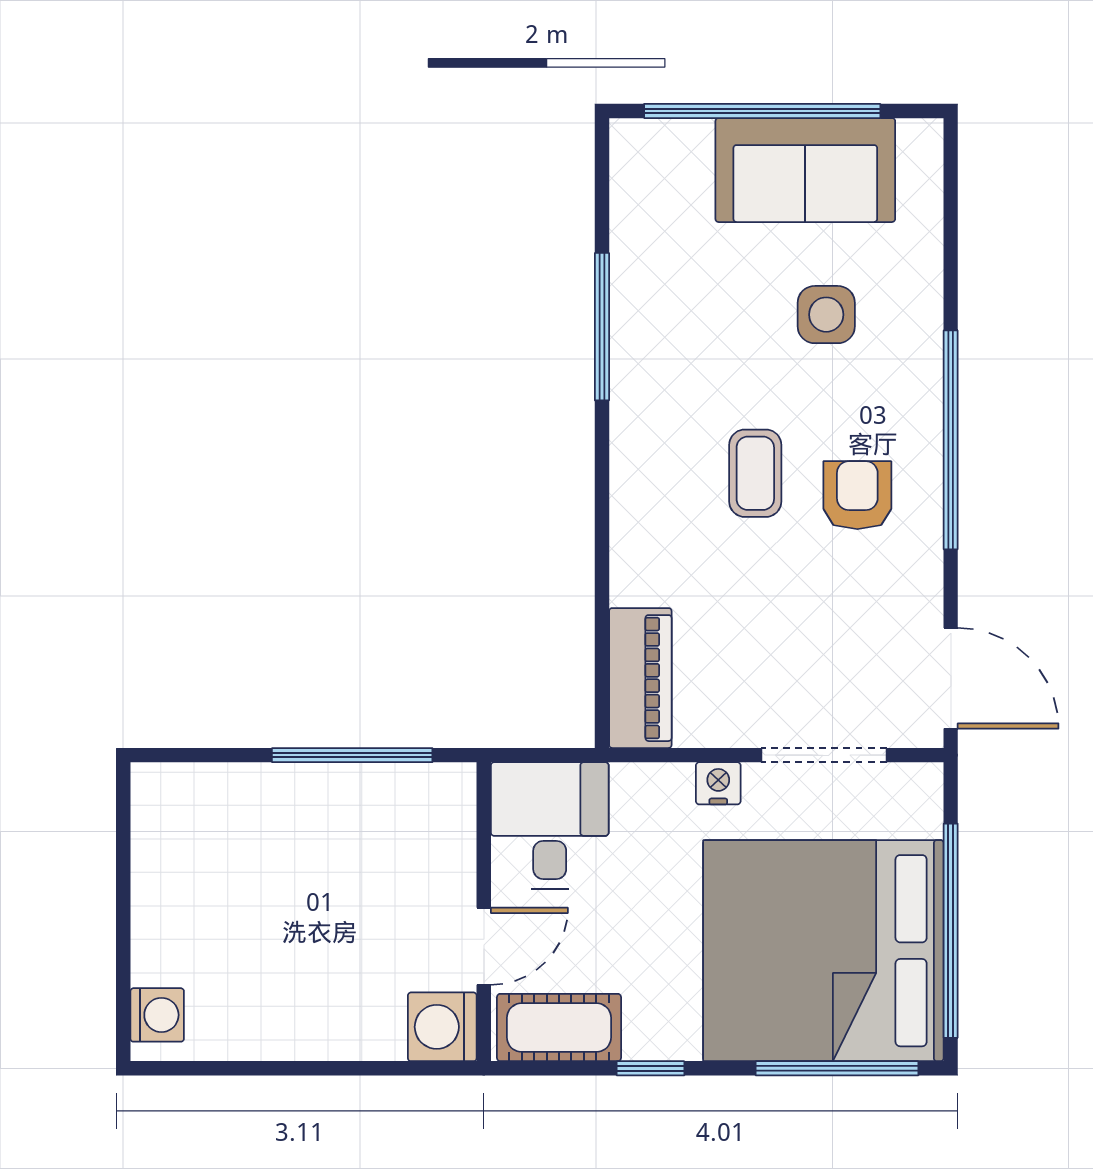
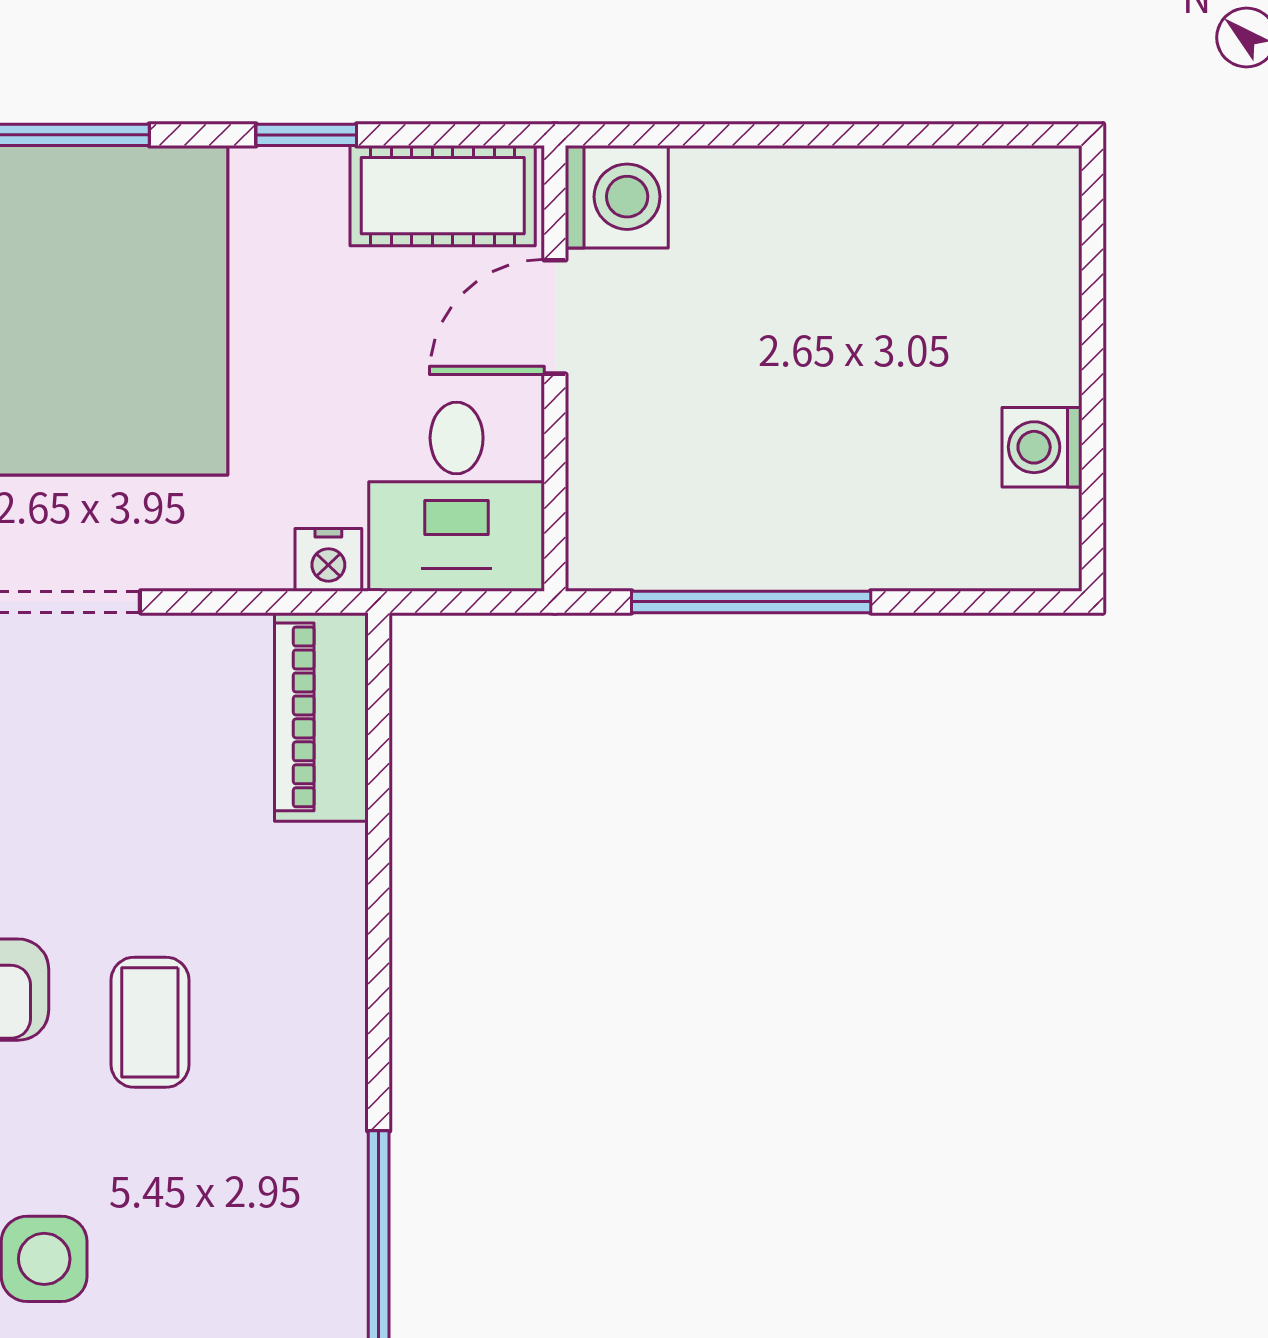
nightstand: (718, 783) -> (328, 560), moved
washing machine: (157, 1015) -> (1042, 447), moved

